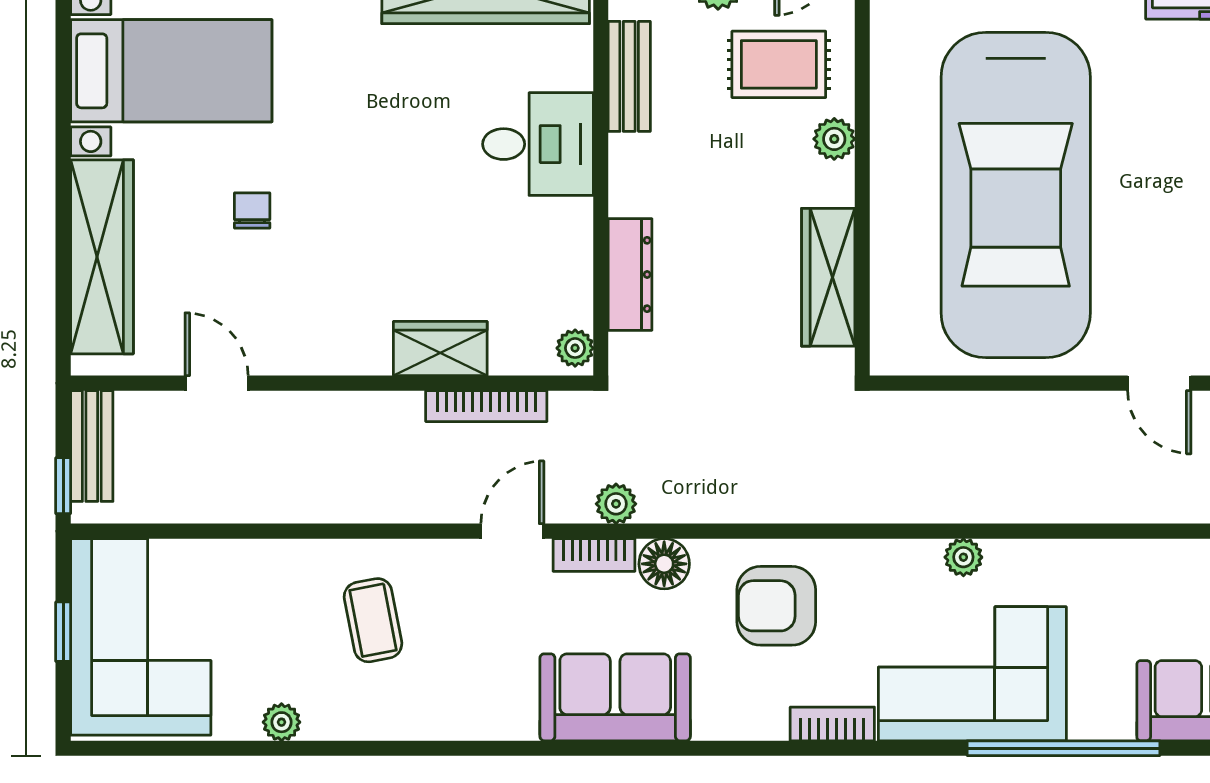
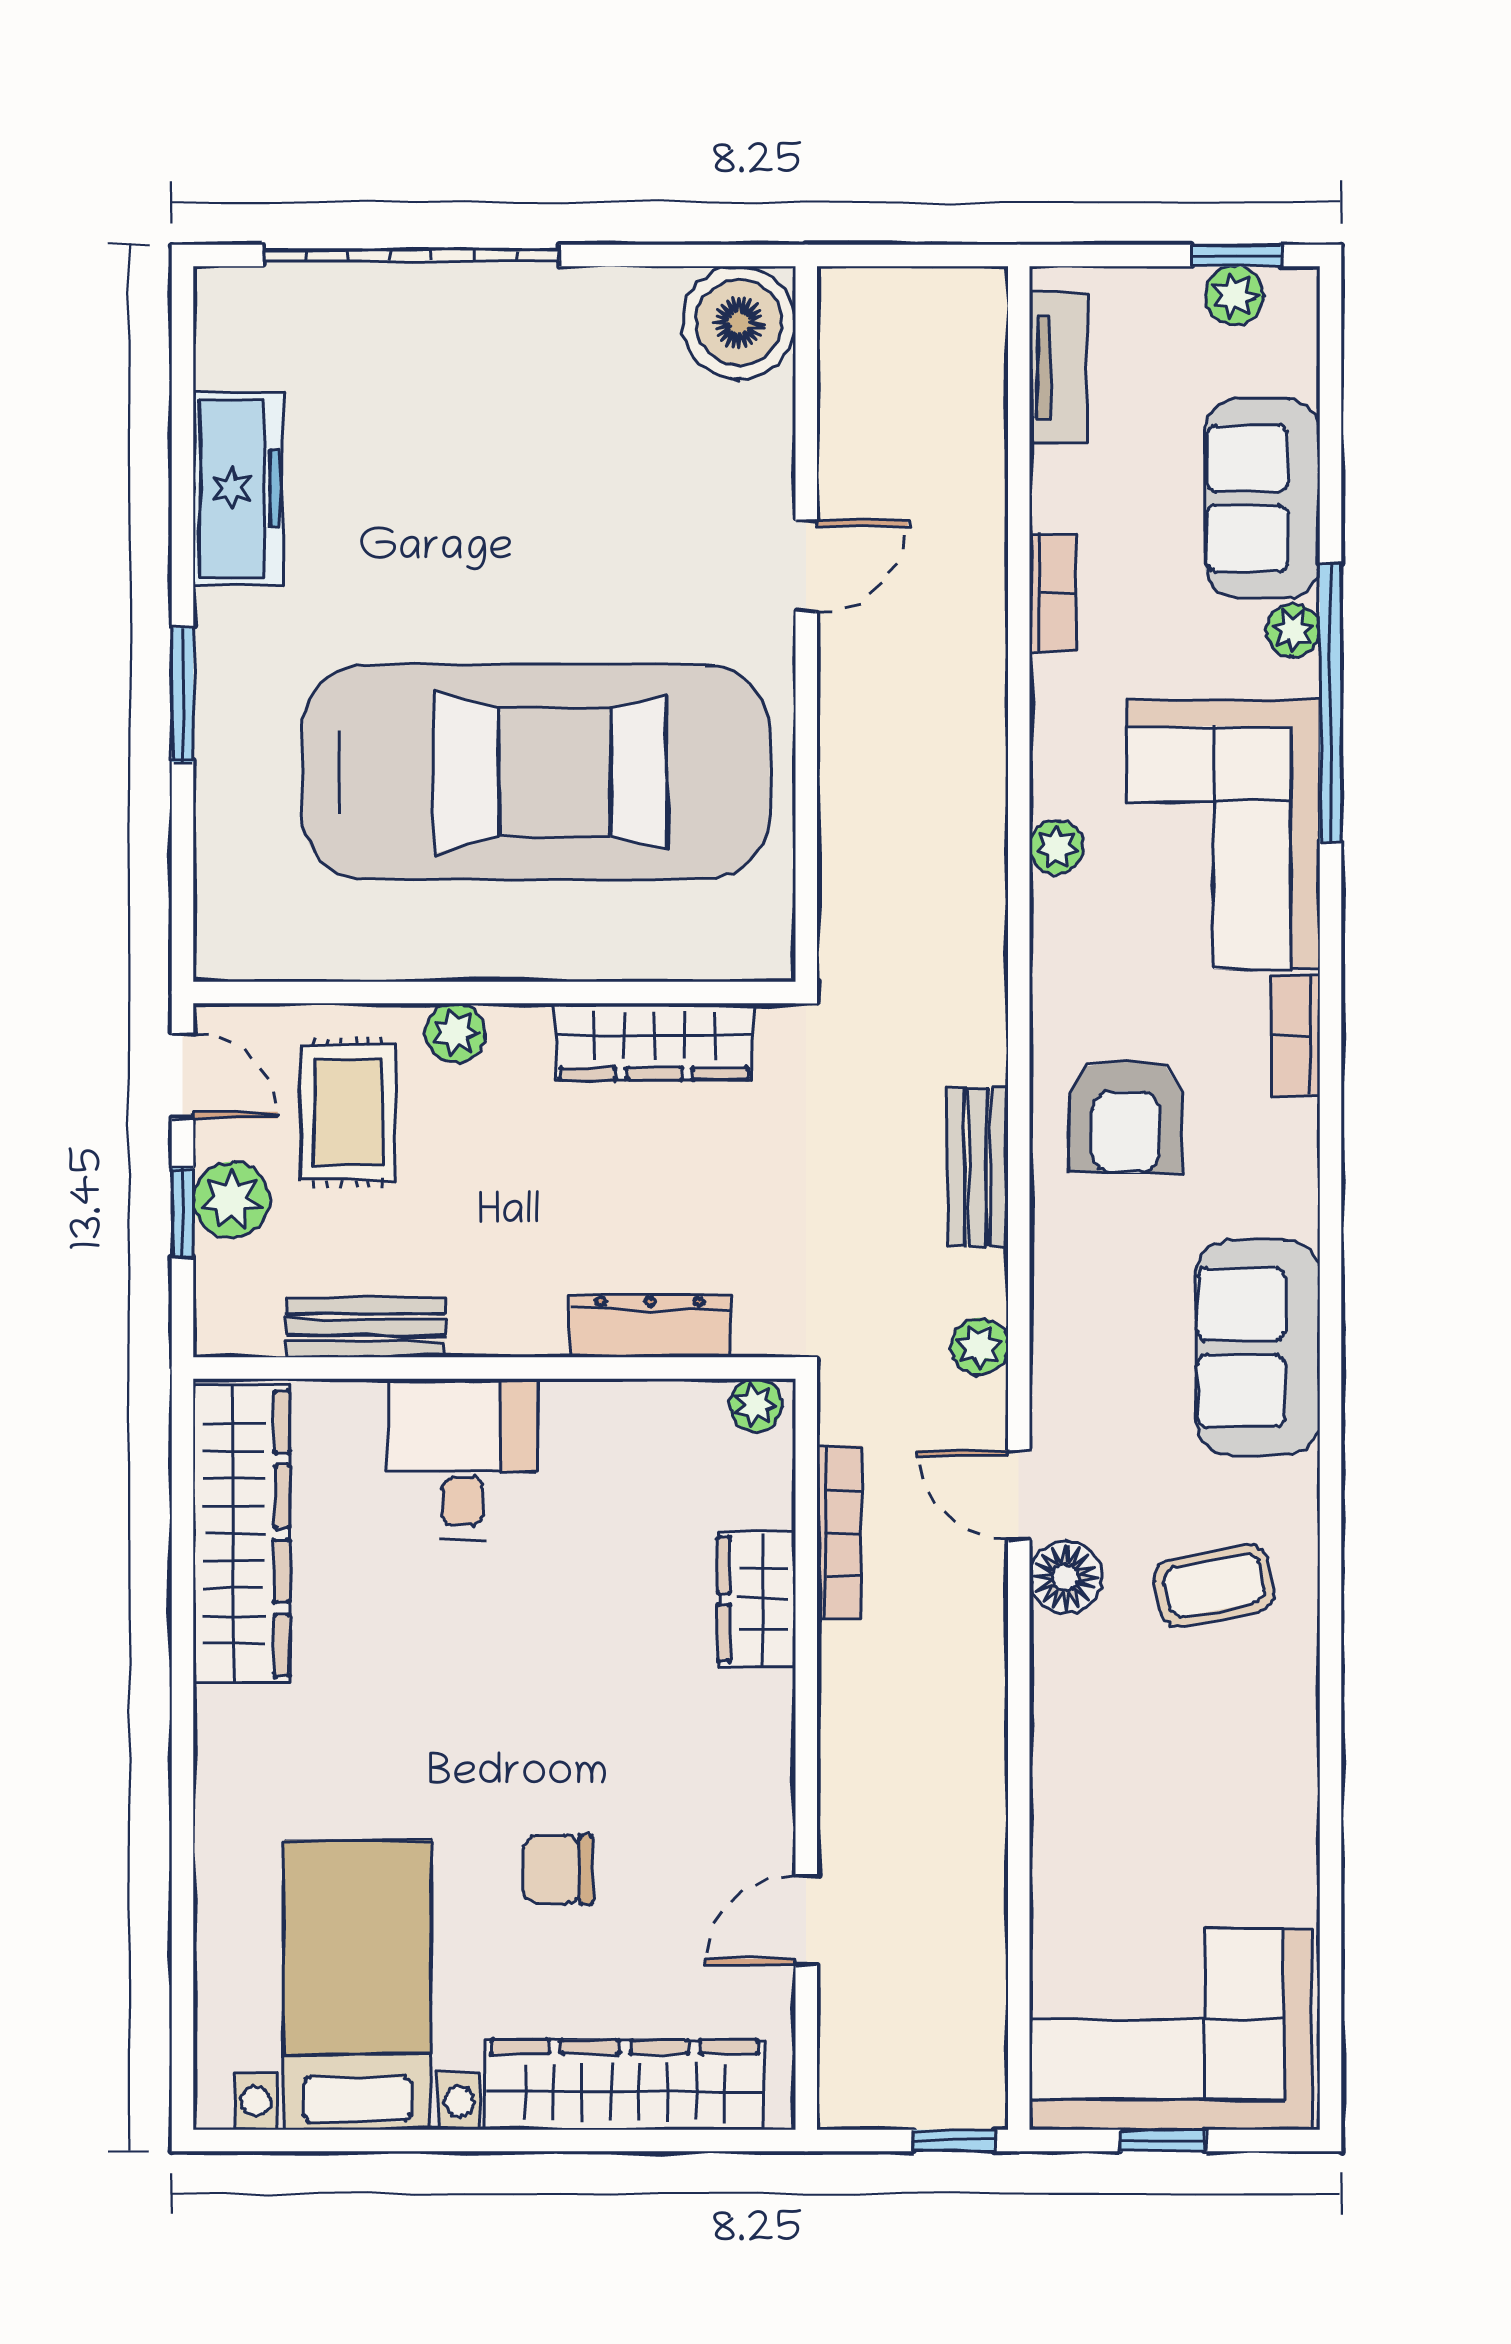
chair: (252, 211) -> (558, 1869), width x1.37, depth x1.37
bench: (92, 446) -> (978, 1167), moved, turned 90
bookcase: (594, 555) -> (1053, 593), moved
floor lamp: (664, 564) -> (1066, 1577), moved
coffee table: (373, 620) -> (1214, 1585), moved
plant: (282, 722) -> (1293, 631), moved

